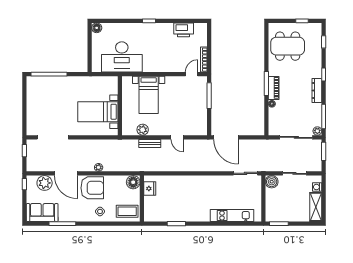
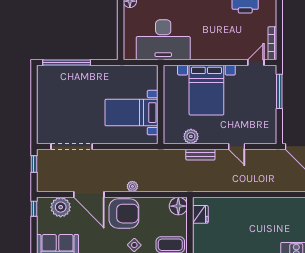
bed with nightstands: (149, 95) -> (206, 90), width x1.36

